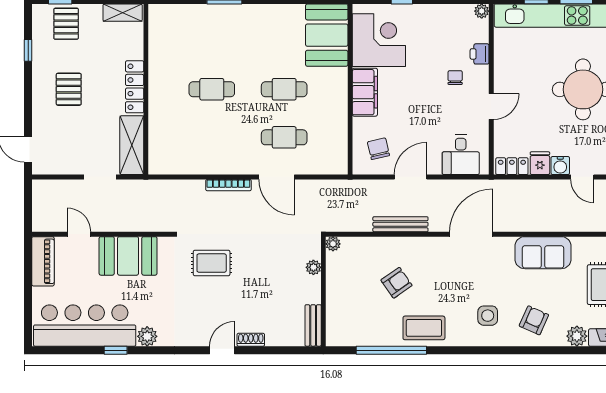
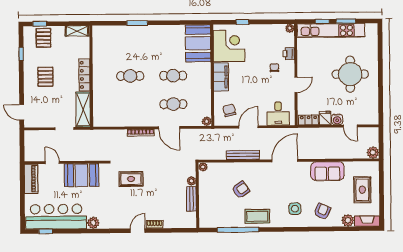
plant: (340, 167) -> (207, 121), added
bench: (313, 325) -> (191, 199), moved
window: (116, 350) -> (46, 231), moved

